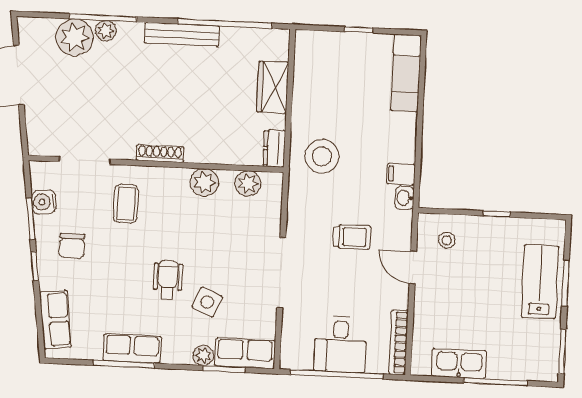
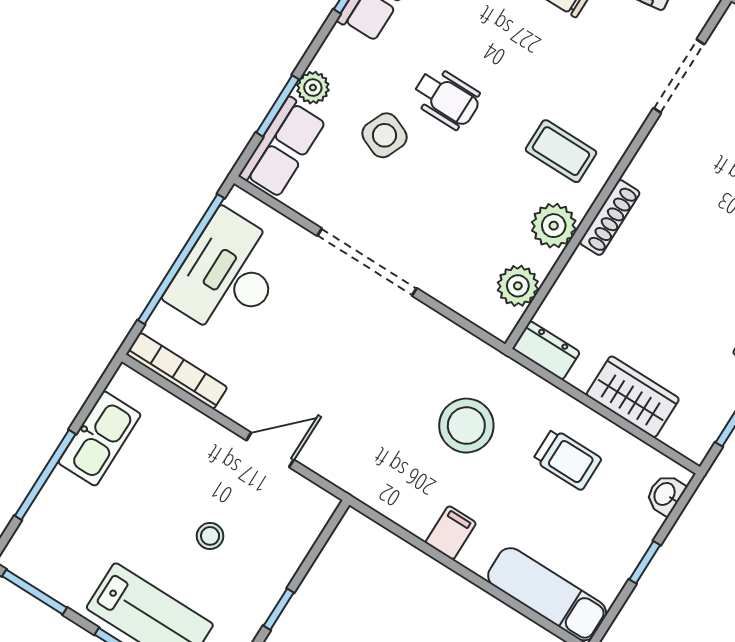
shoe rack: (160, 154) -> (610, 218), moved
stool: (322, 156) -> (466, 426), moved
filing cabinet: (401, 174) -> (451, 533), moved
washbasin: (404, 198) -> (665, 494), moved, turned -90
coffee table: (126, 204) -> (561, 151), moved
trolley: (352, 237) -> (567, 459), moved, turned -90
stool: (447, 240) -> (210, 536), moved
desk: (340, 344) -> (228, 275), width x1.37

